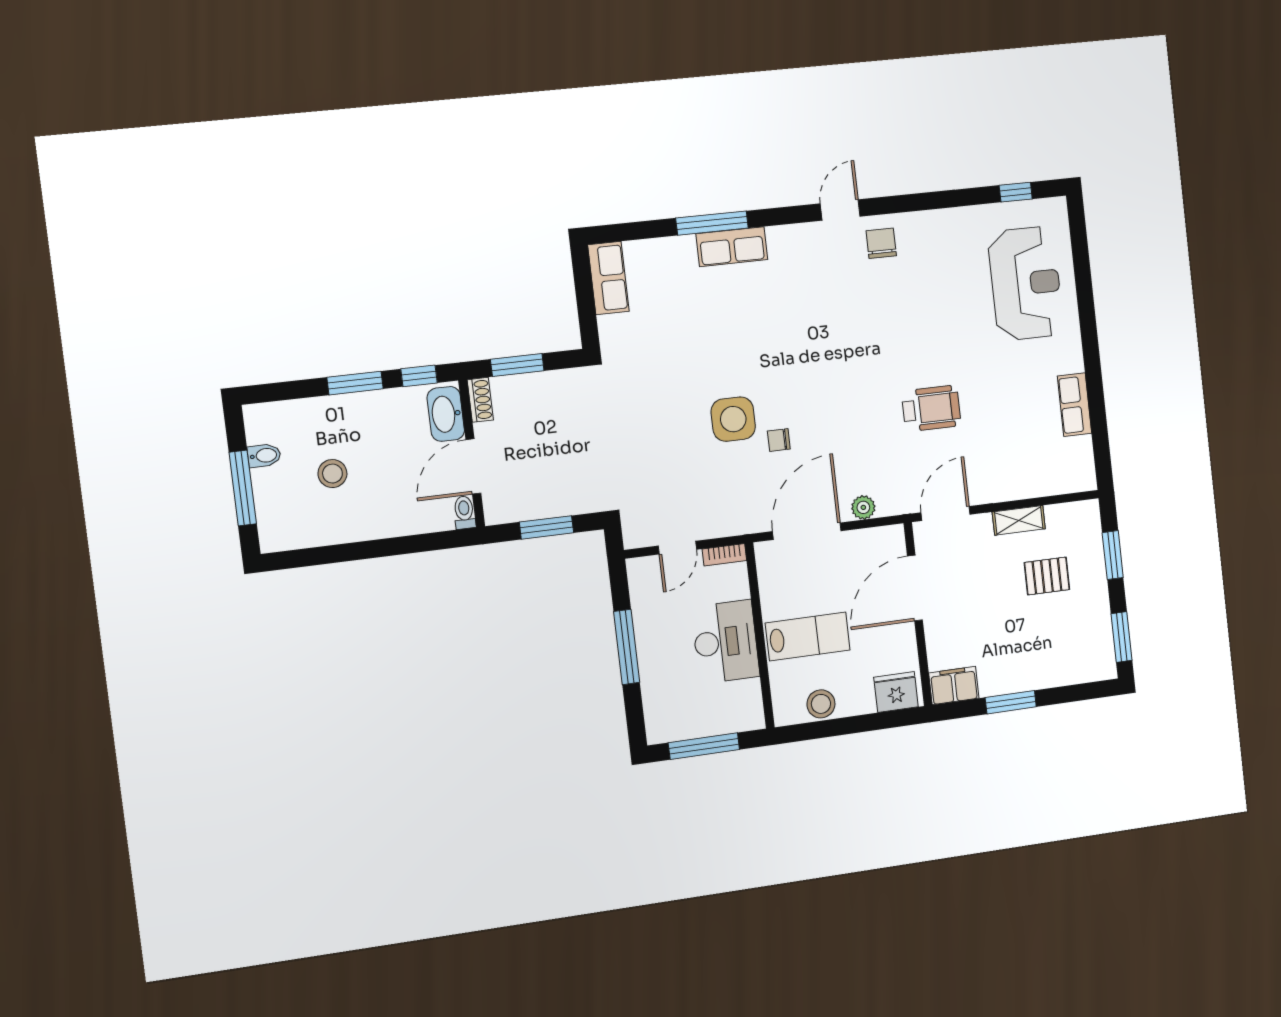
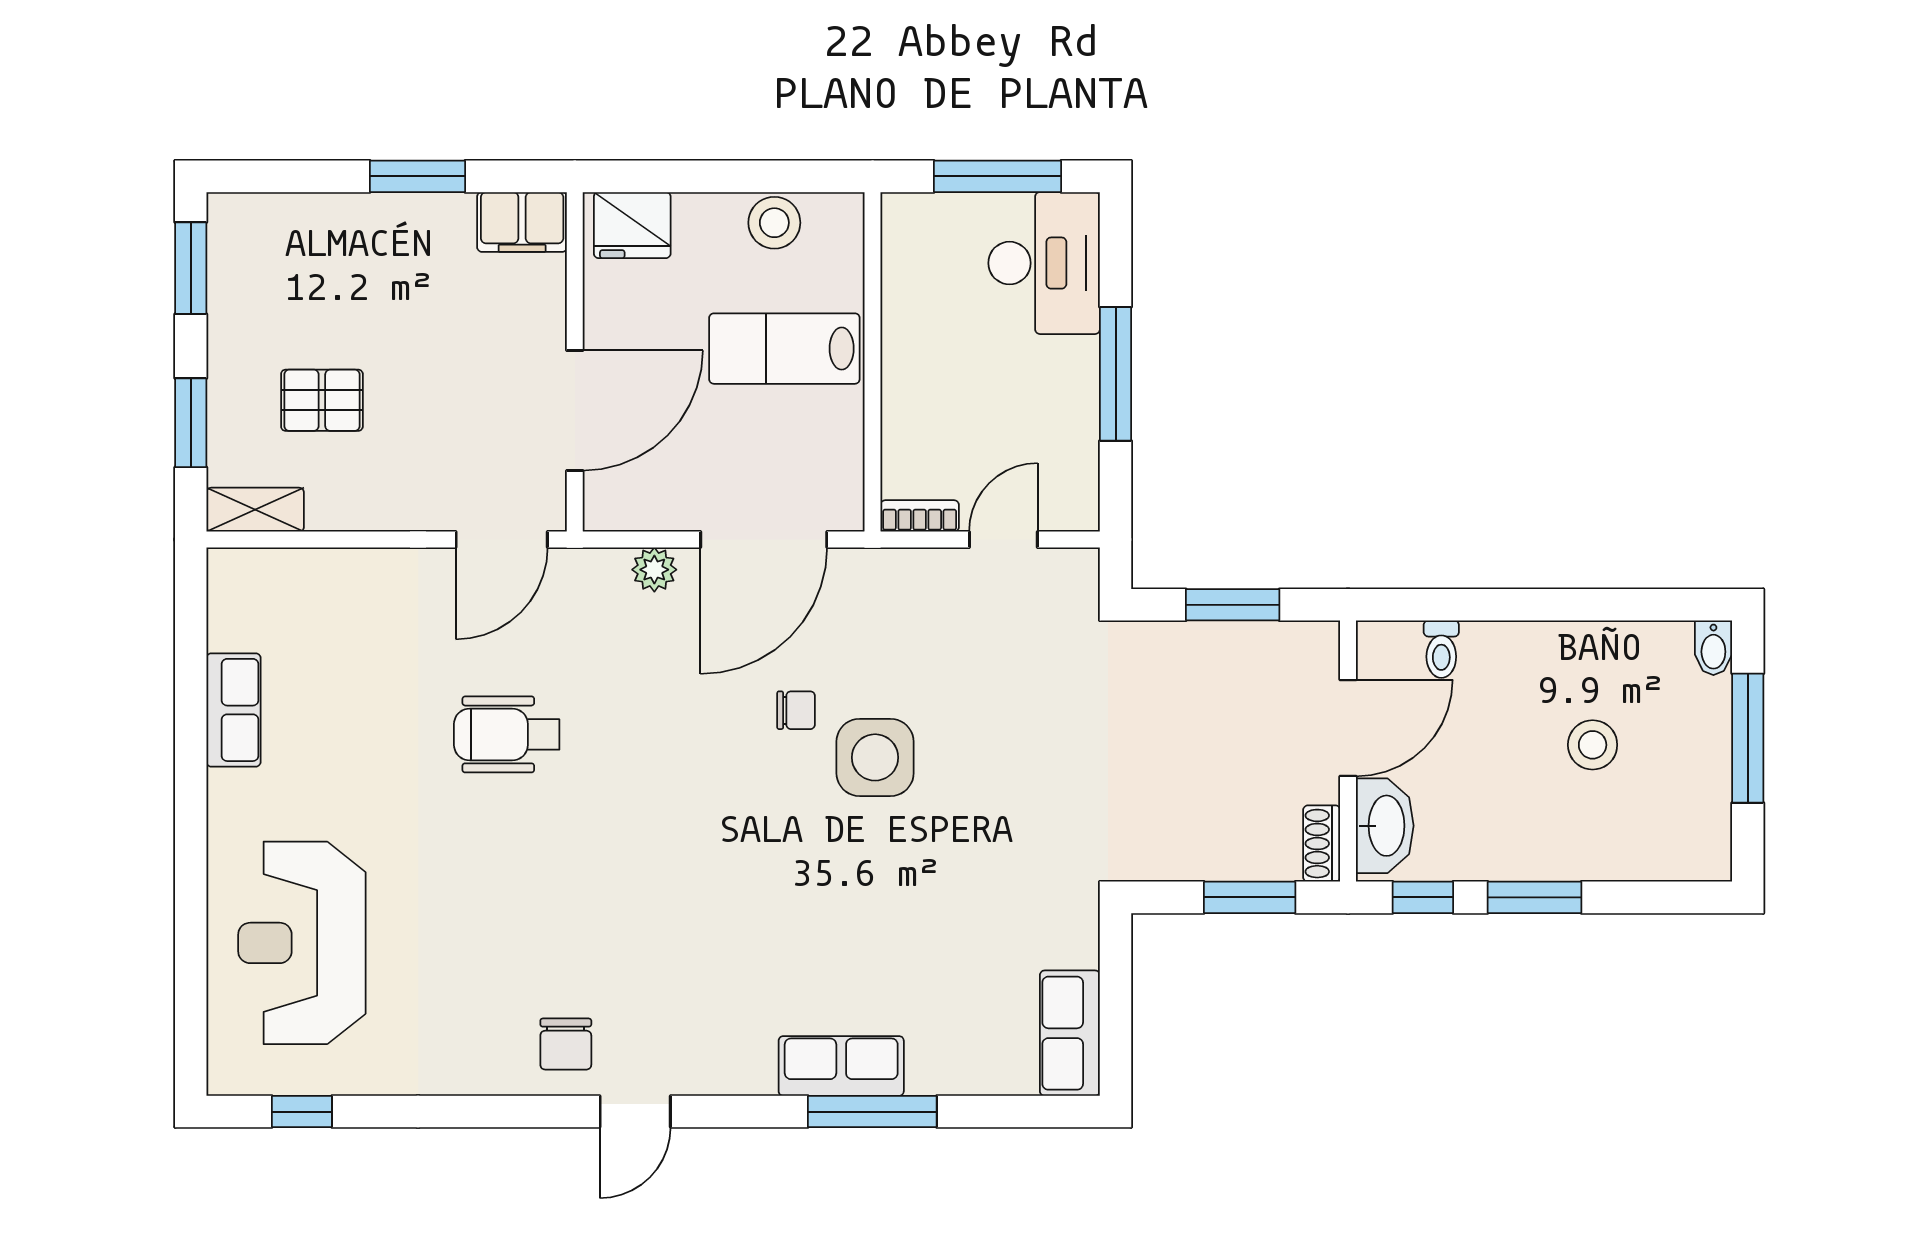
bidet: (264, 456) -> (1713, 648), moved, turned -90
toilet: (464, 512) -> (1441, 649), moved
shelving: (1019, 520) -> (255, 510), moved
desk: (725, 642) -> (1044, 263), moved, turned 180

